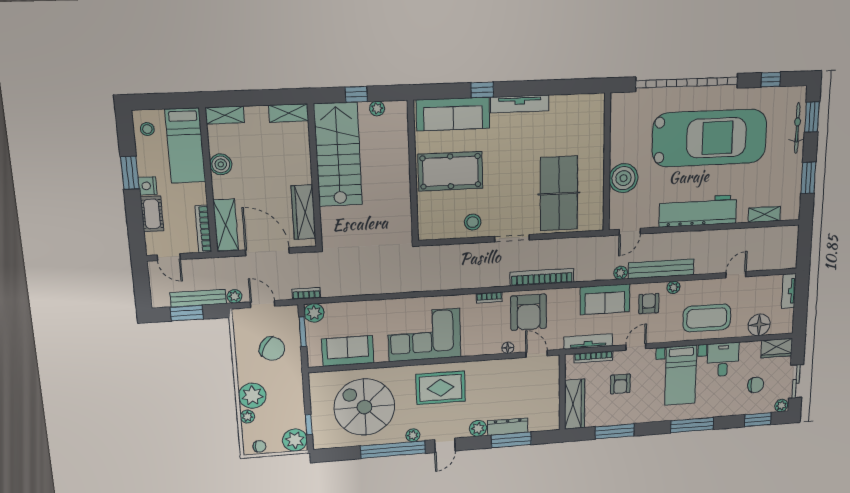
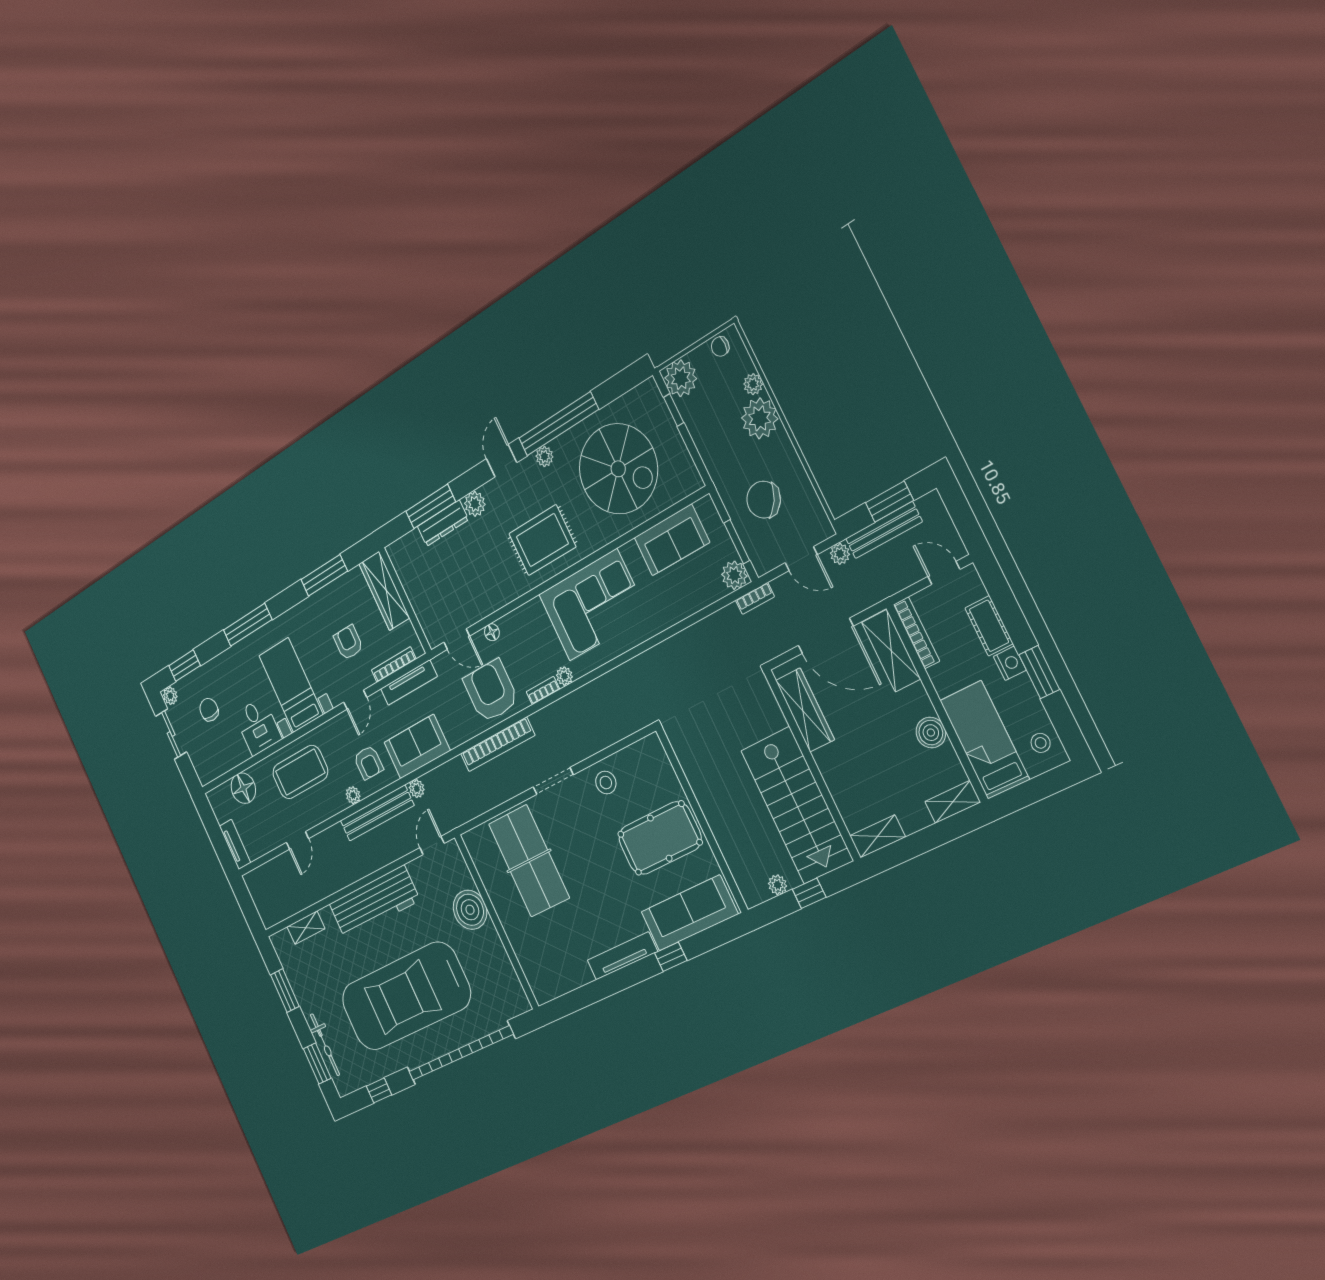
plant: (468, 300) -> (564, 676), added
wardrobe: (777, 348) -> (211, 767), removed
chair: (756, 385) -> (209, 710), turned 90

